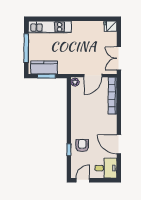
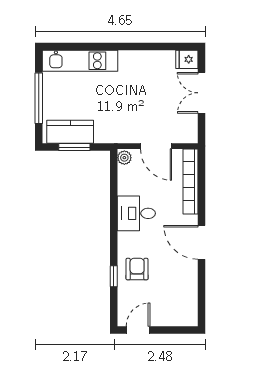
double door: (119, 58) -> (201, 93), moved
door: (93, 76) -> (156, 146), hinge flipped
door: (119, 144) -> (201, 242), moved
desk: (106, 168) -> (136, 213), moved, turned 180

